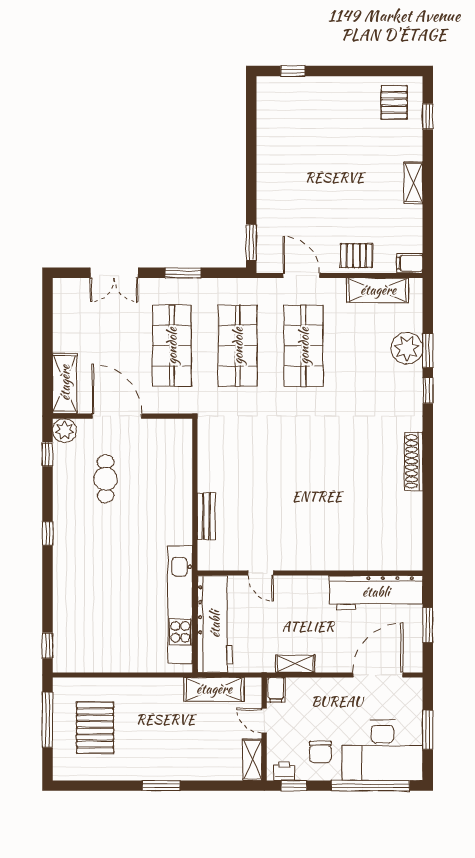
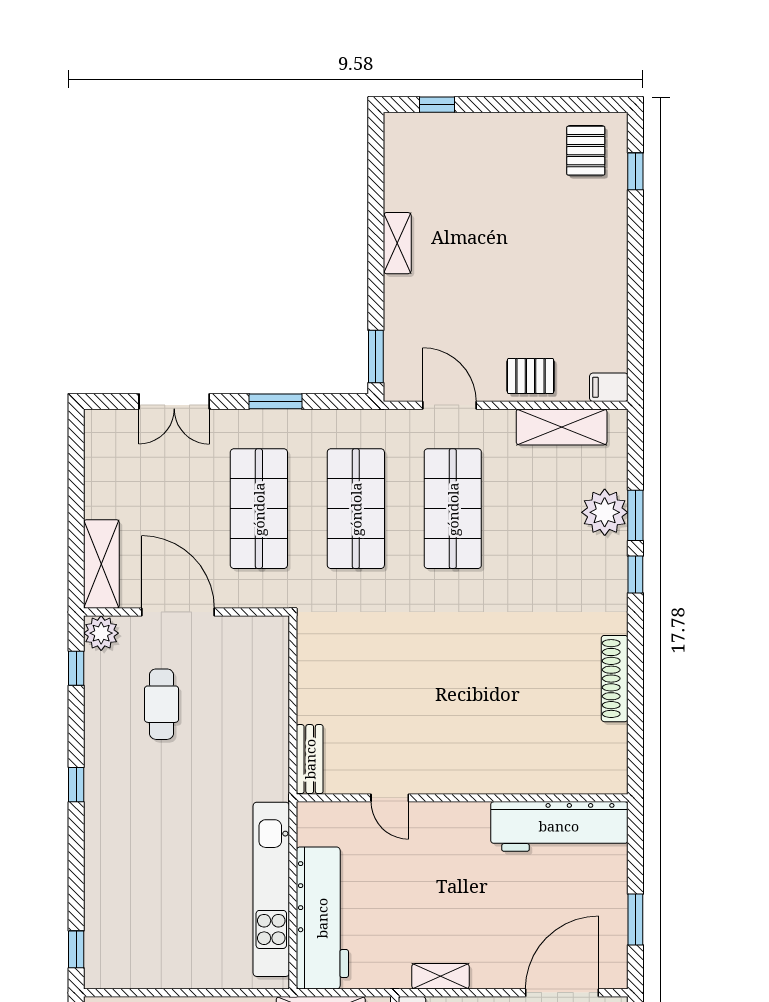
shelving: (413, 183) -> (397, 243), moved
door: (261, 573) -> (390, 798), moved
wall: (310, 573) -> (462, 798), moved
workbench: (376, 592) -> (559, 826), moved

